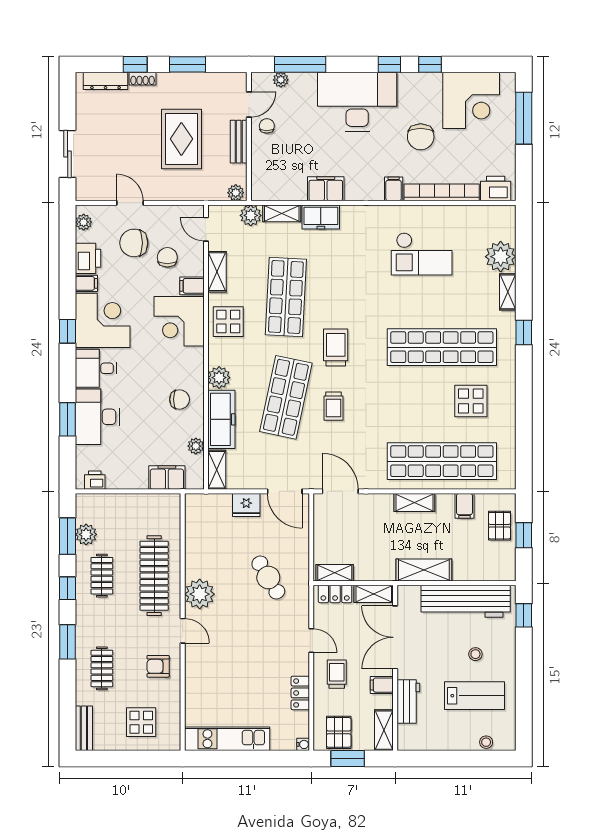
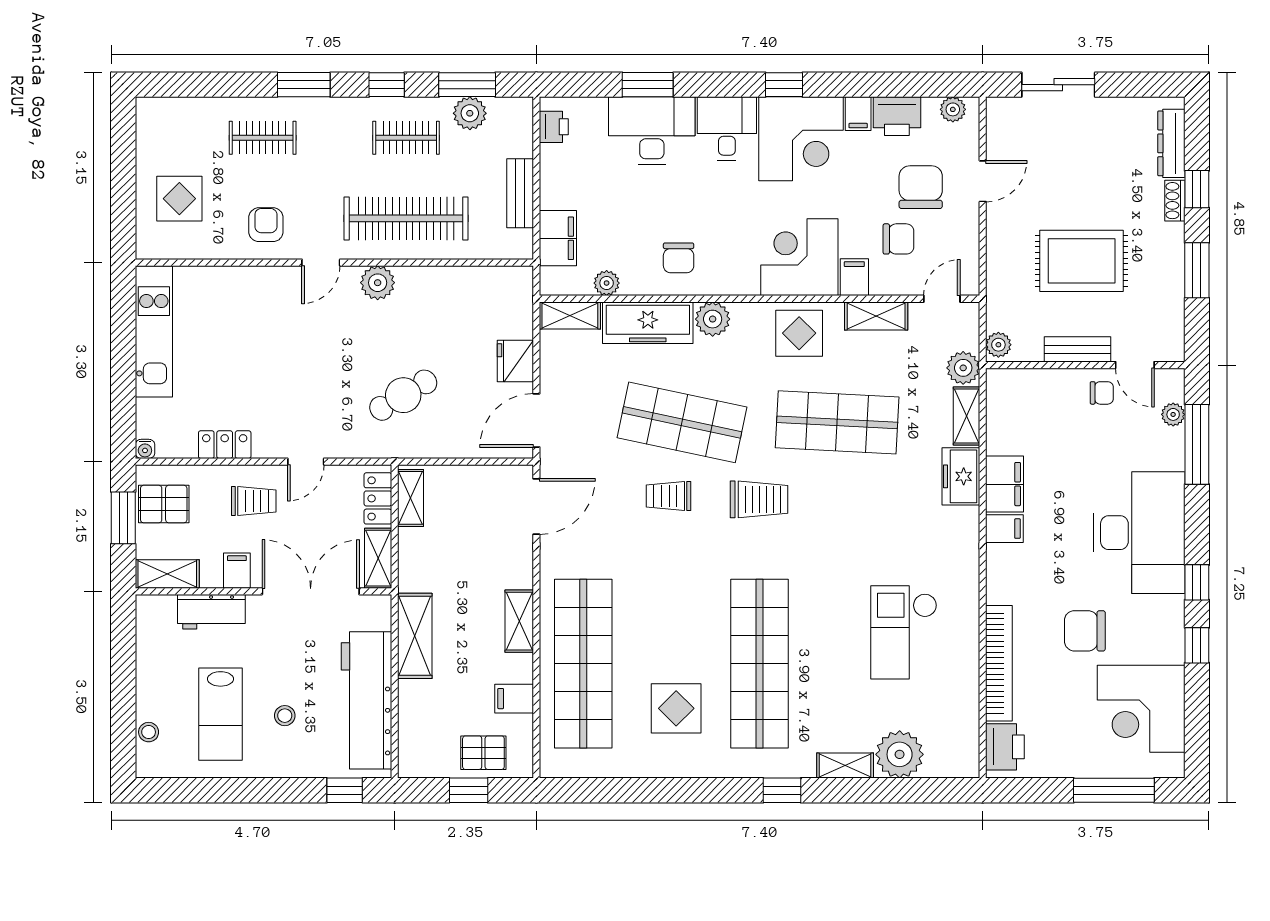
filing cabinet: (394, 189) -> (1004, 529), moved
plant: (200, 594) -> (378, 283), width x0.73, depth x0.73
bench: (84, 728) -> (520, 193), moved, turned 90

